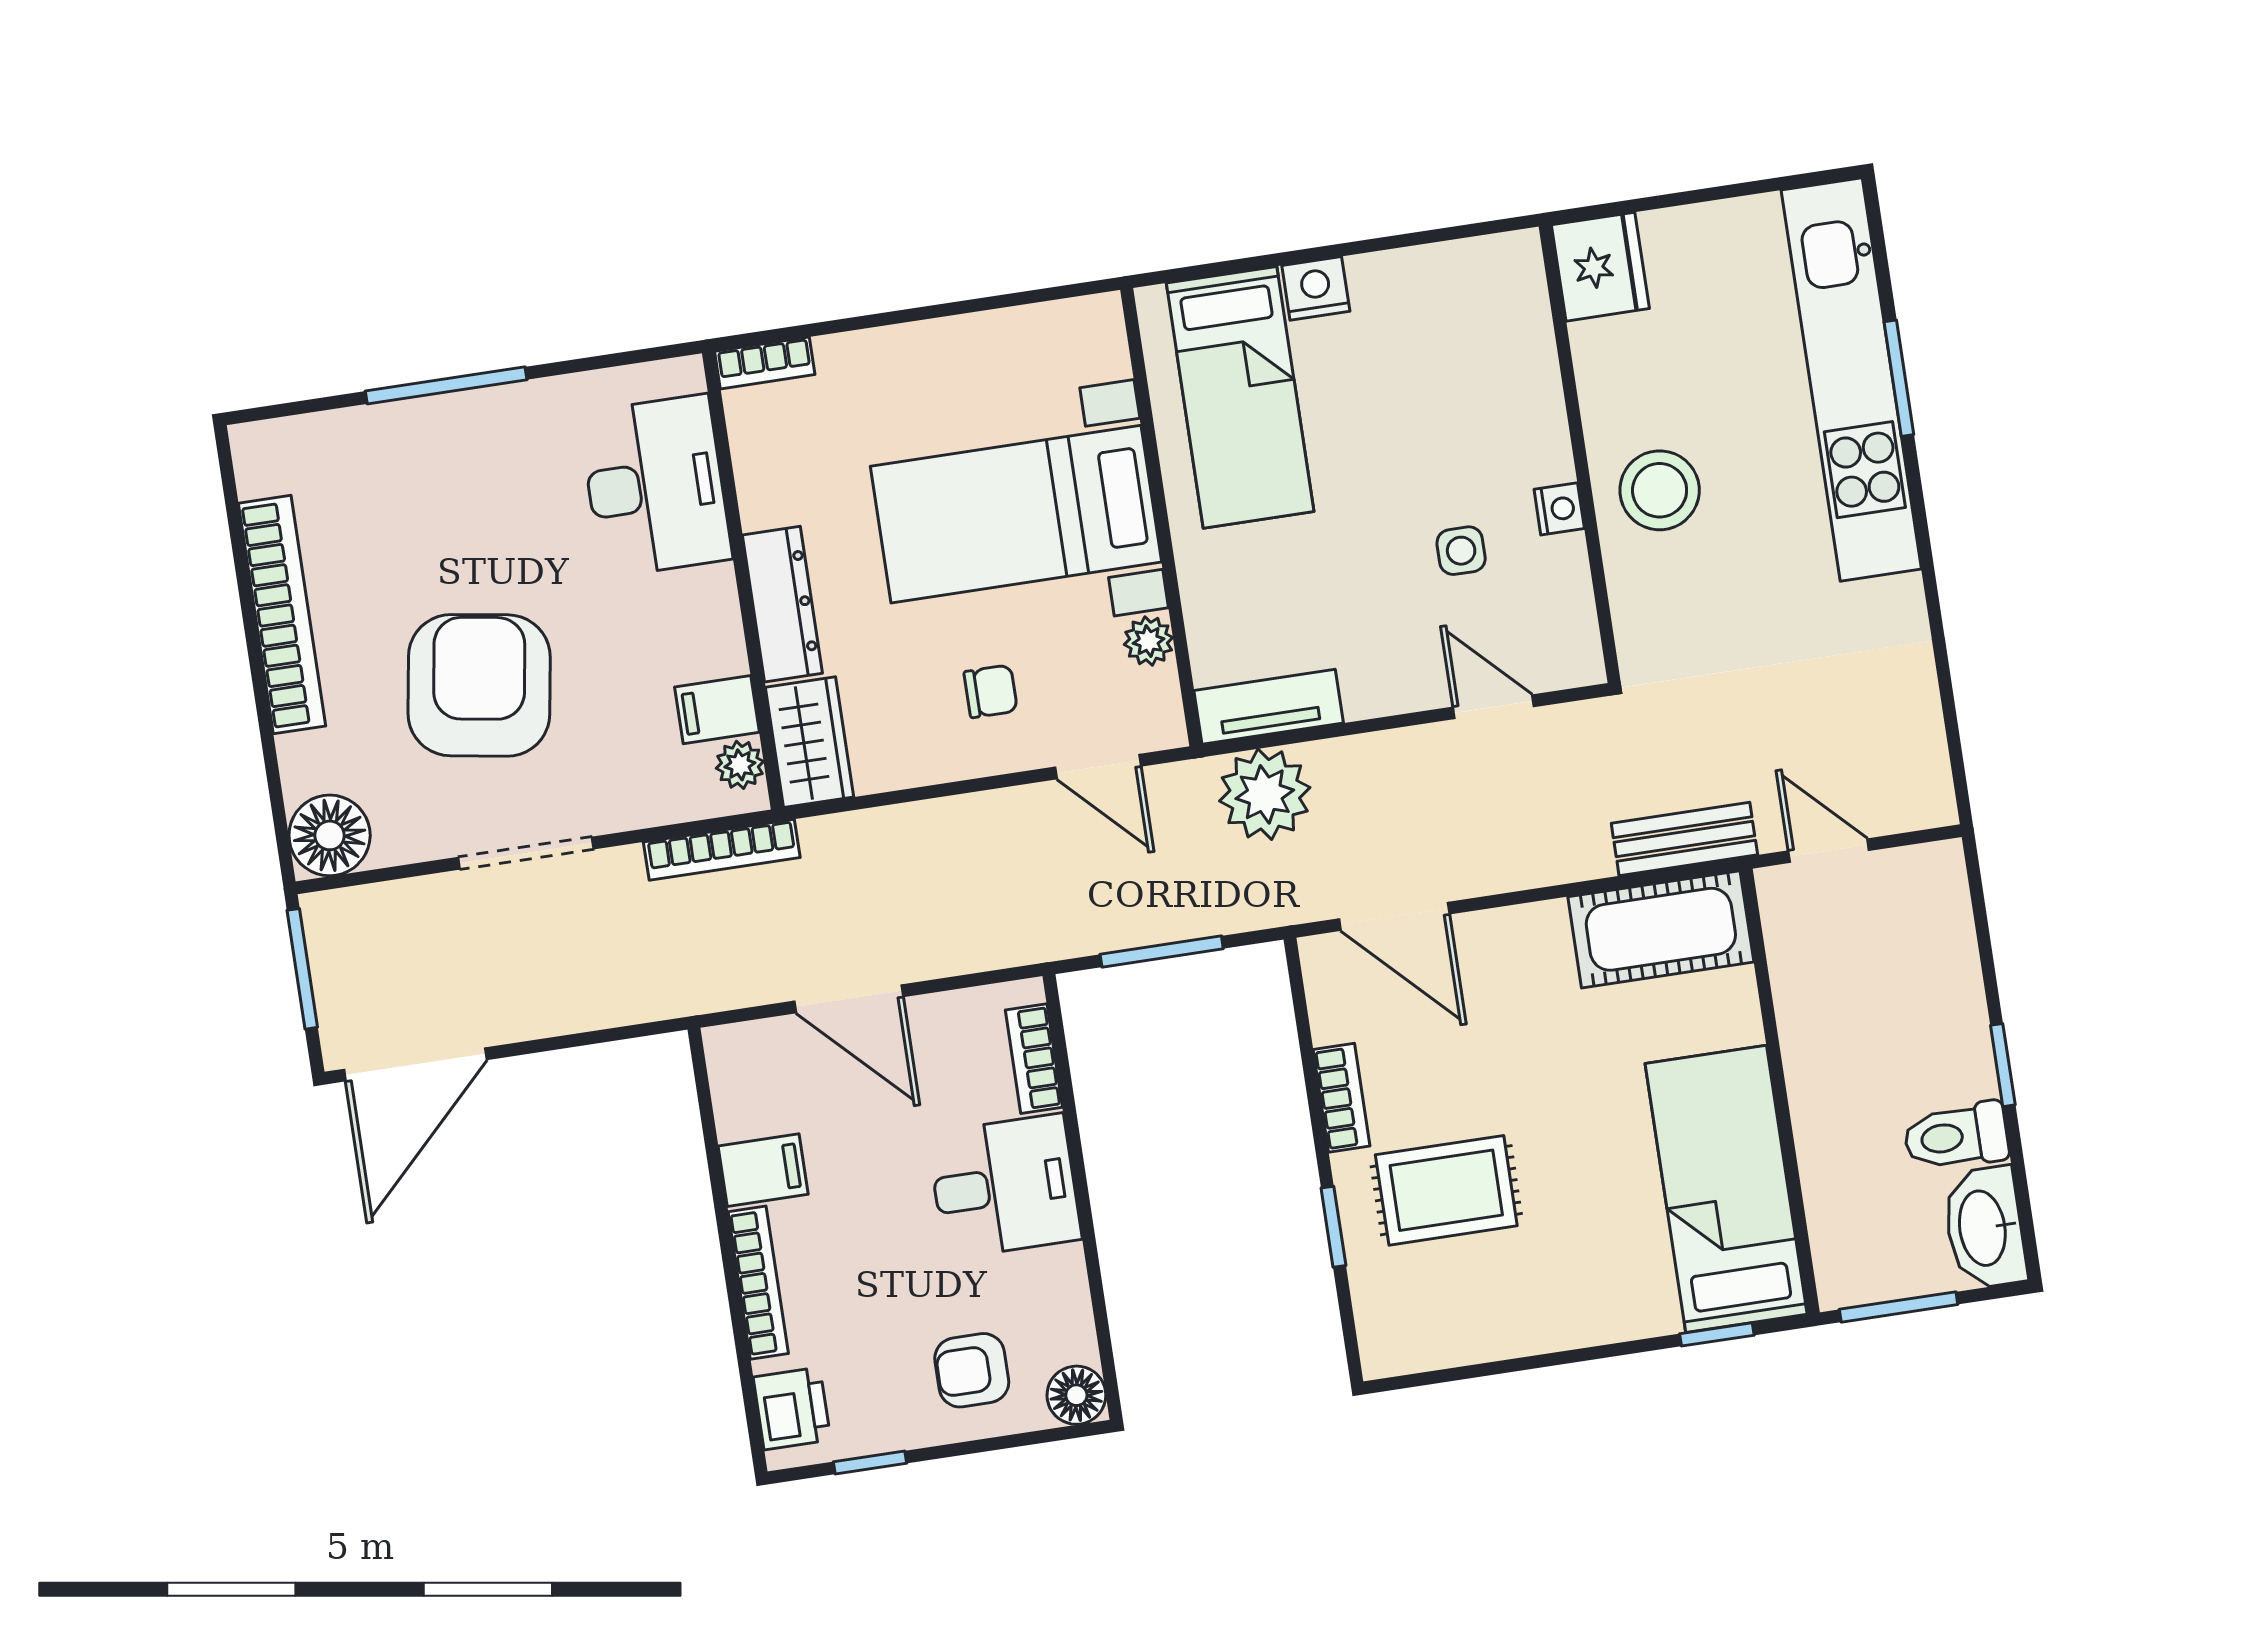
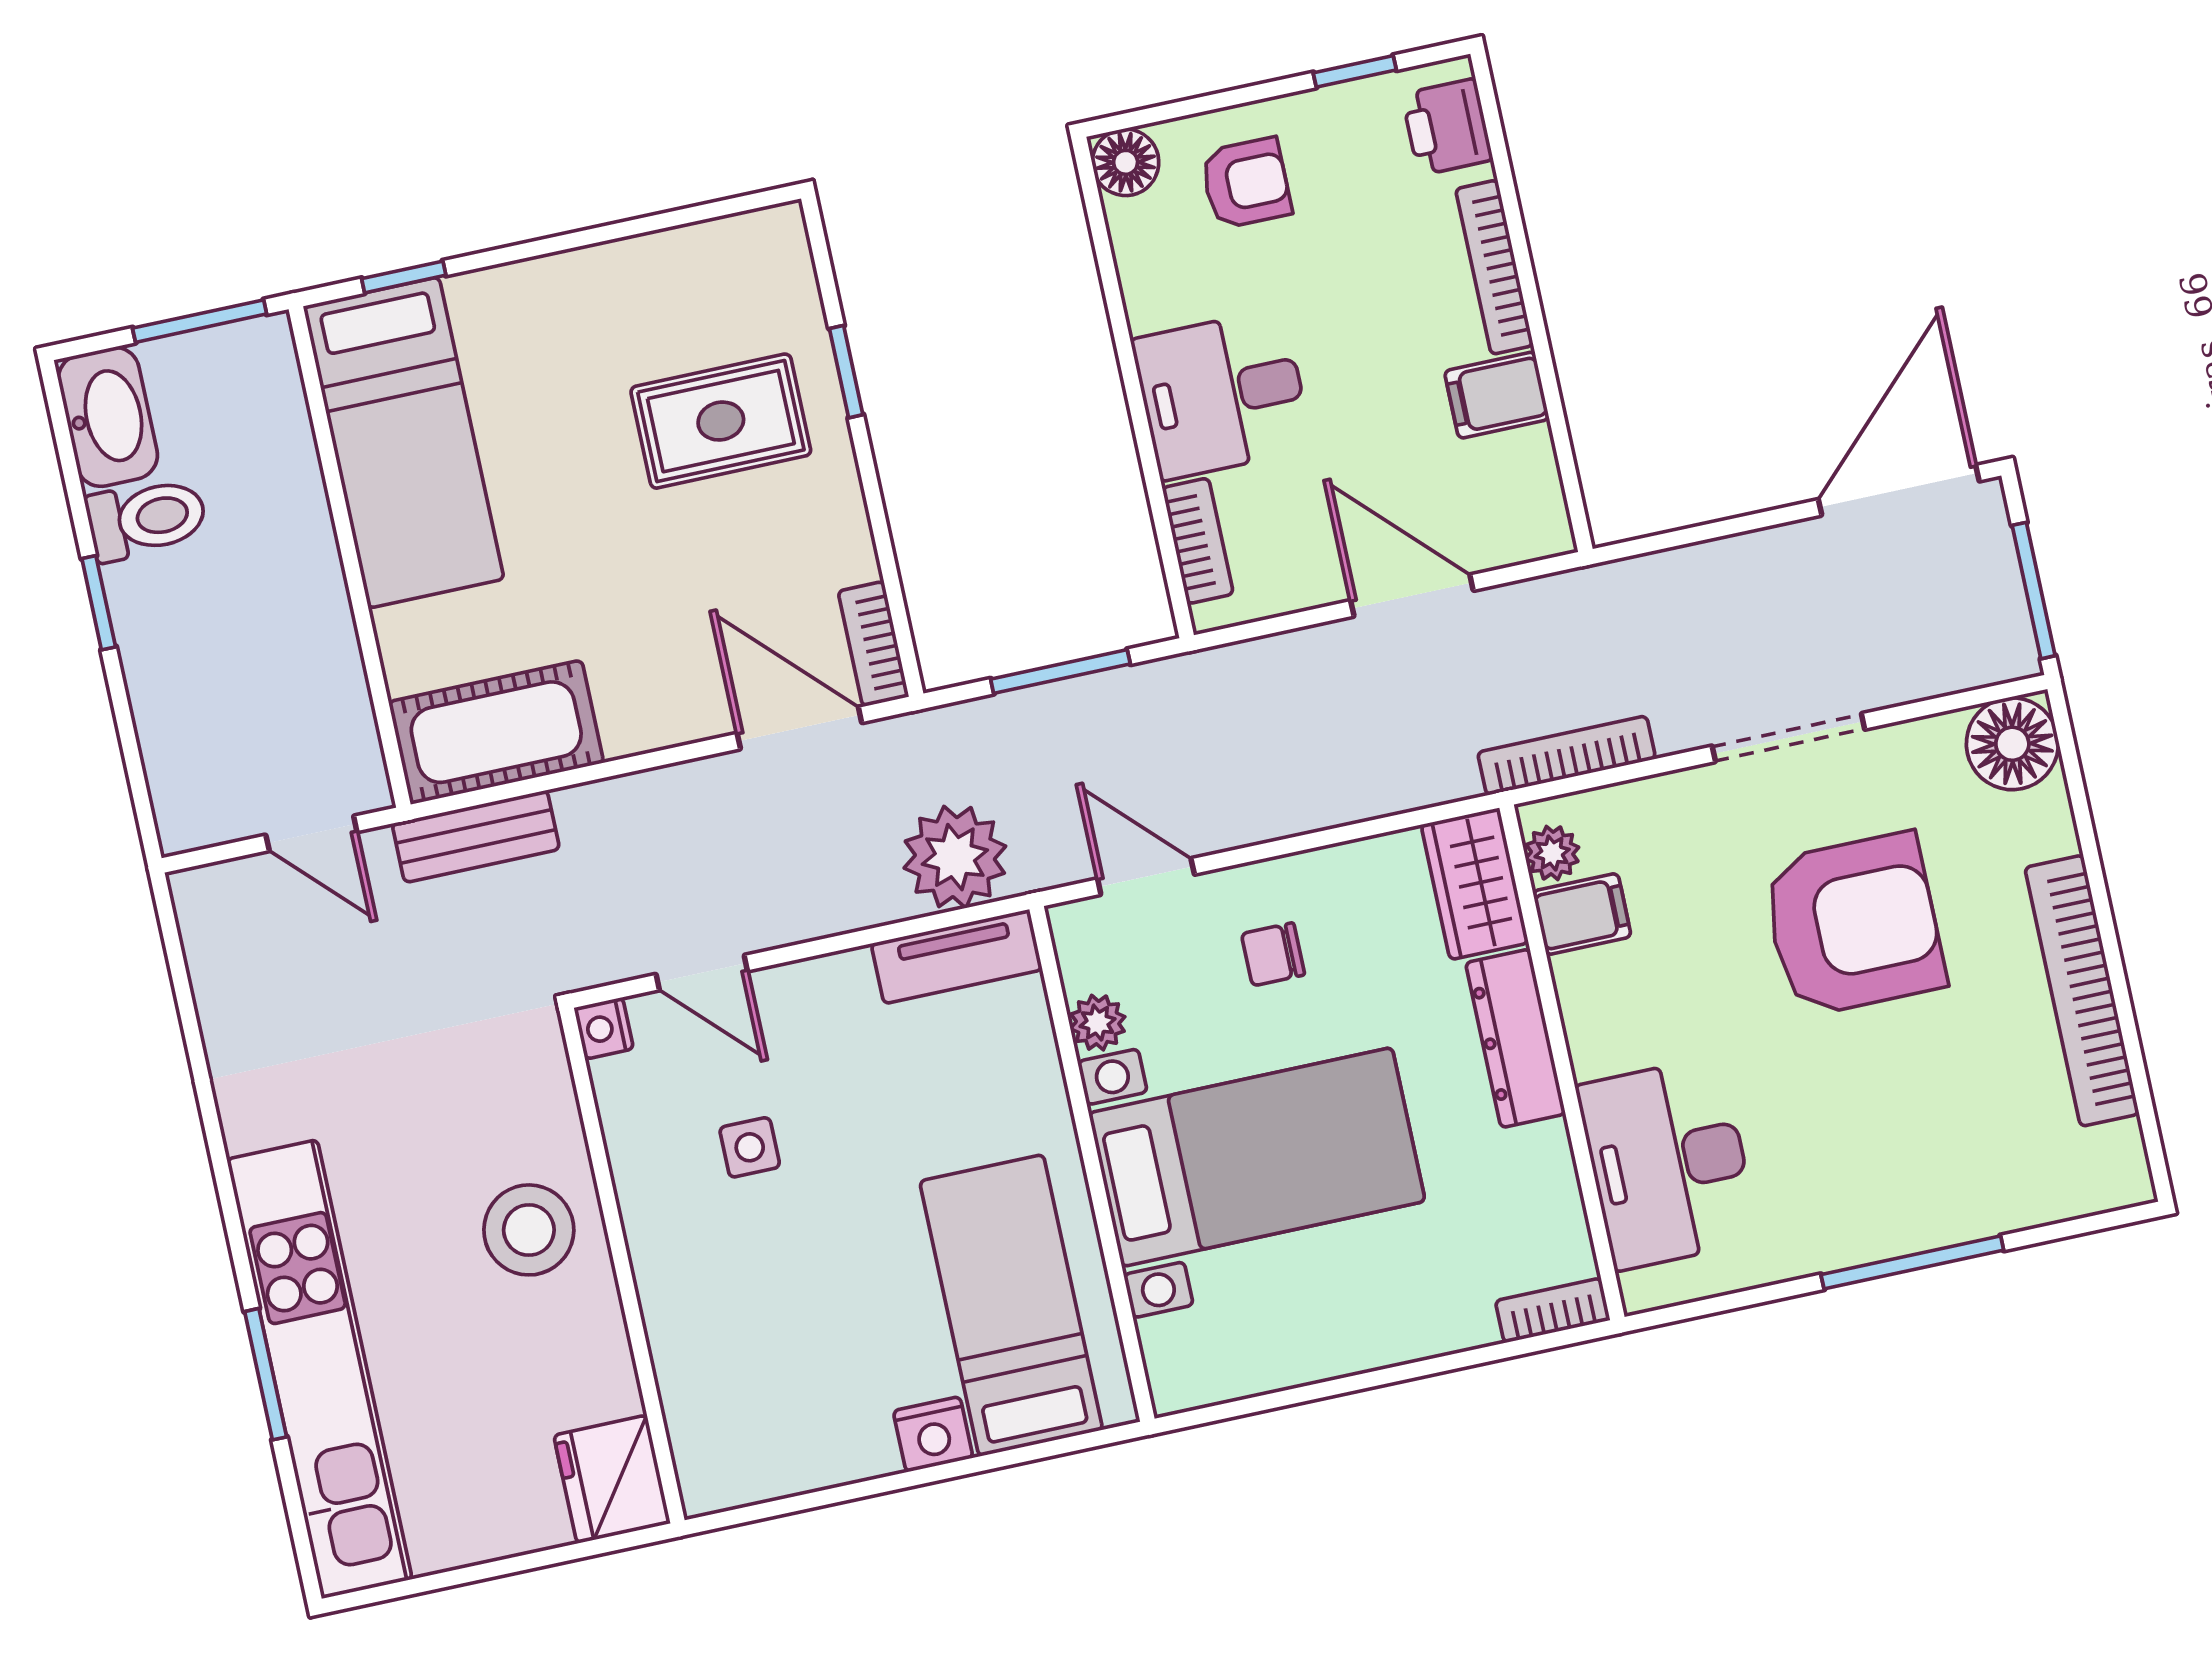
nightstand: (1559, 509) -> (604, 1028), moved
armchair: (479, 685) -> (1853, 925), turned -99
bookcase: (1341, 1098) -> (873, 644), moved

